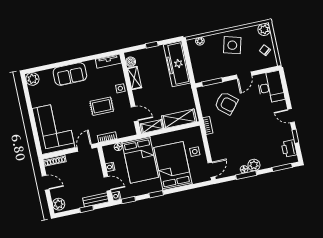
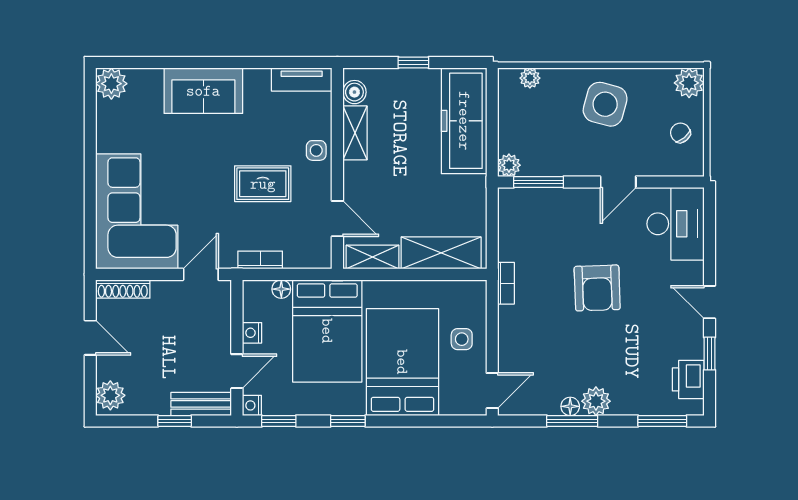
plant: (199, 78) -> (509, 165), added
armchair: (226, 103) -> (597, 288), moved, turned 48
door: (107, 184) -> (237, 371), hinge flipped

